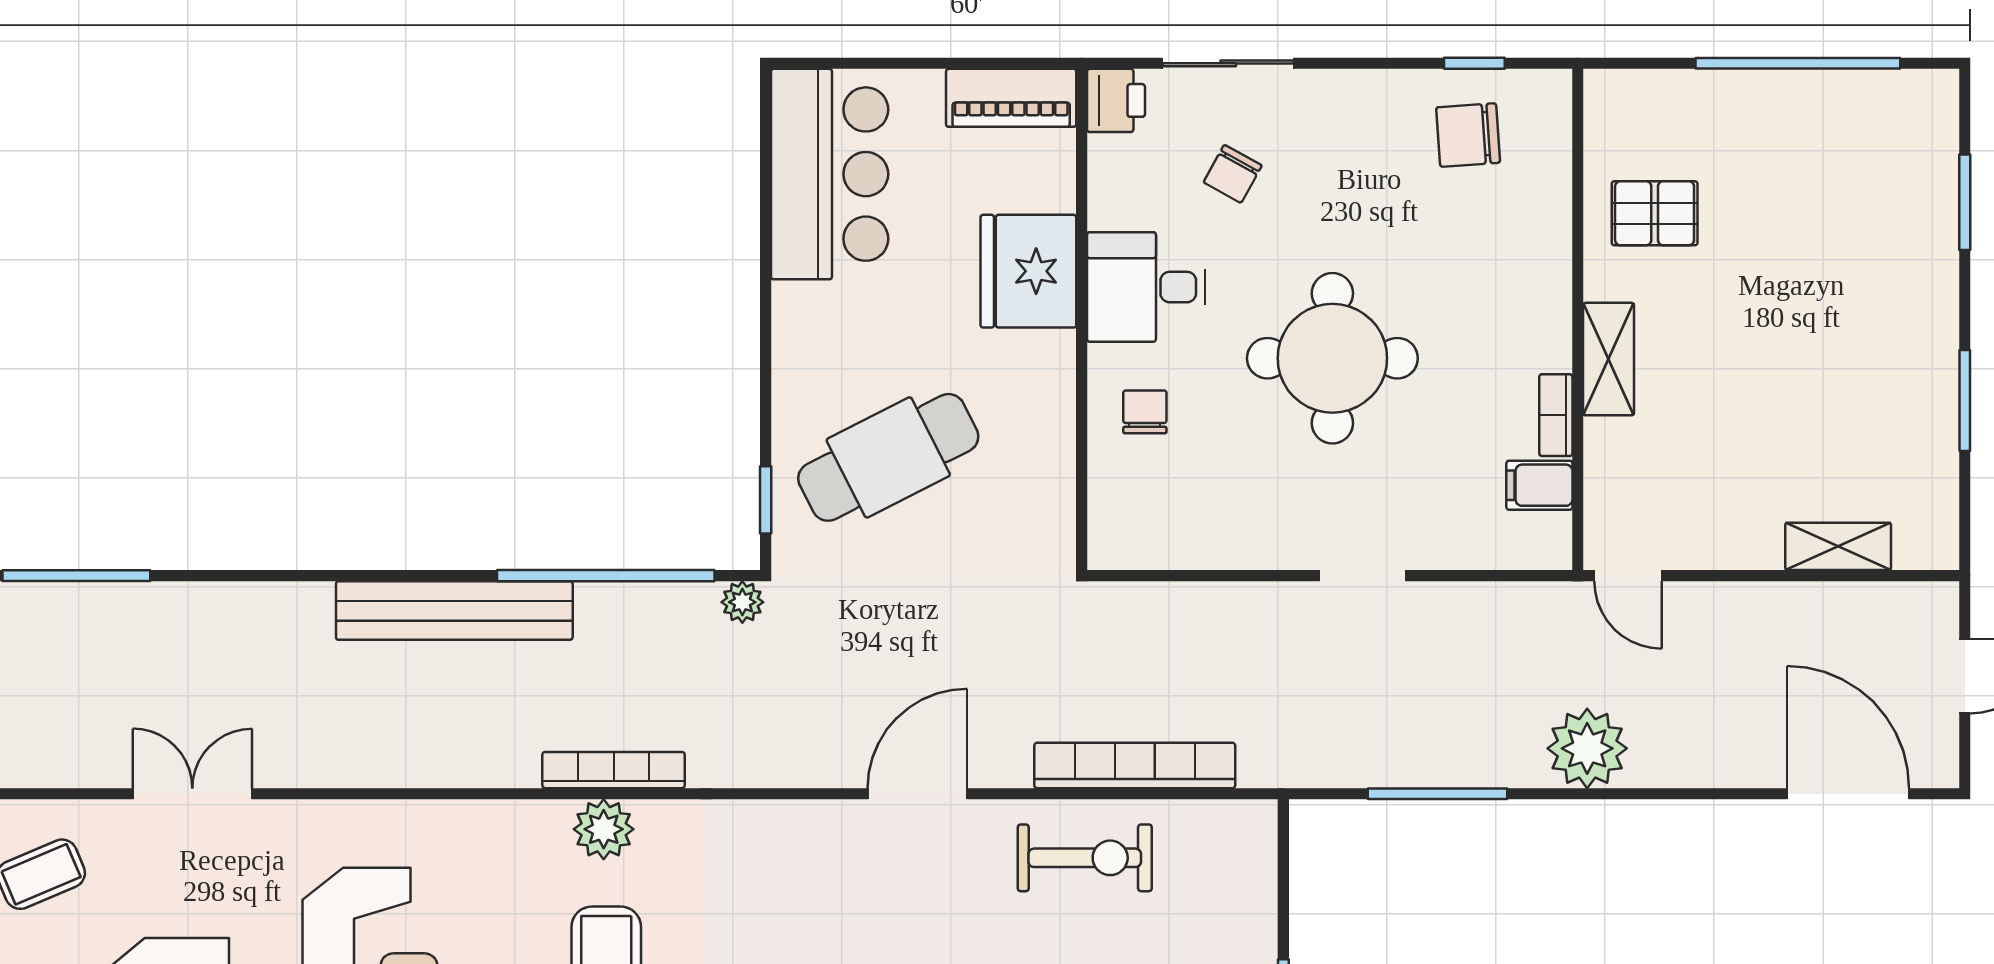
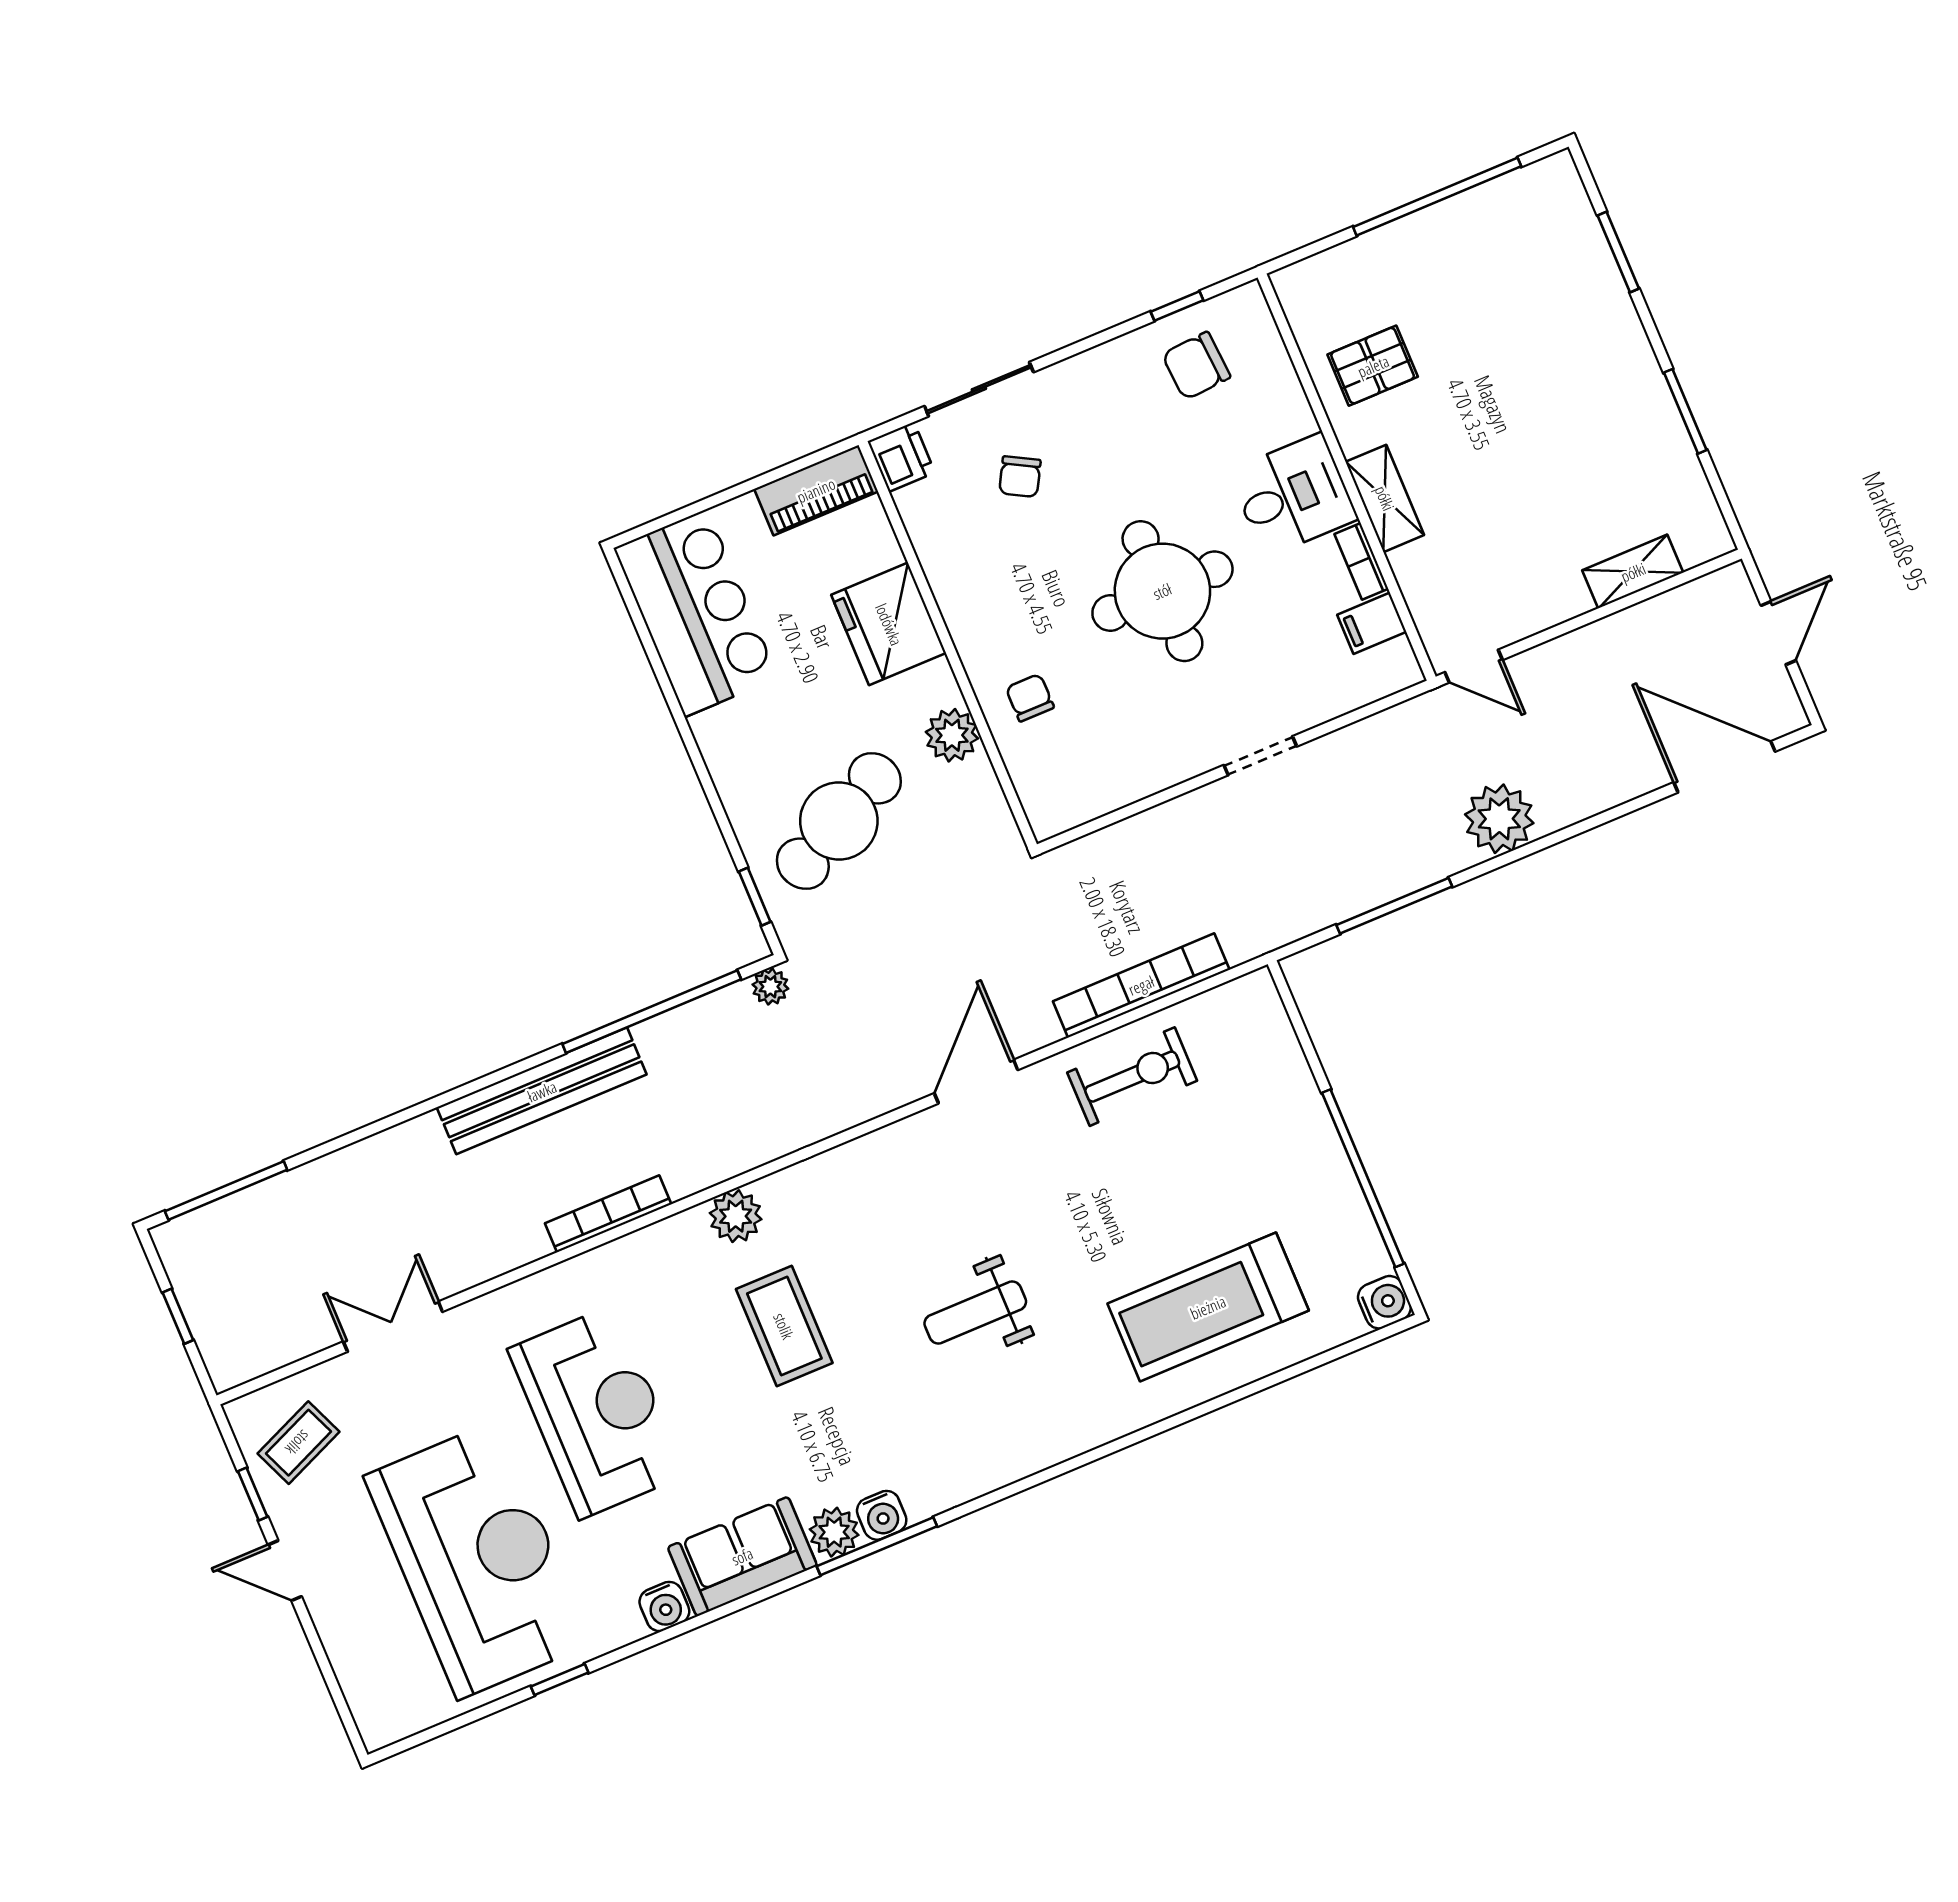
desk: (1146, 287) -> (1293, 495), moved, turned 180
plant: (1046, 417) -> (952, 735), added
bookcase: (614, 770) -> (608, 1214), moved

